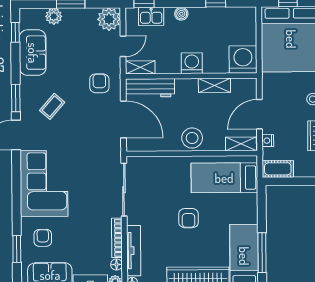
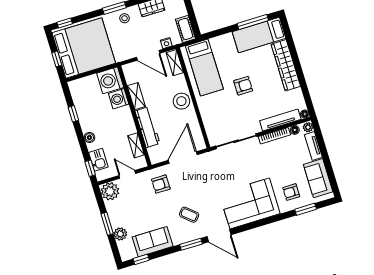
washing machine: (192, 63) -> (119, 99), moved
shelving: (140, 67) -> (136, 145), moved
workbench: (150, 88) -> (147, 127), moved

